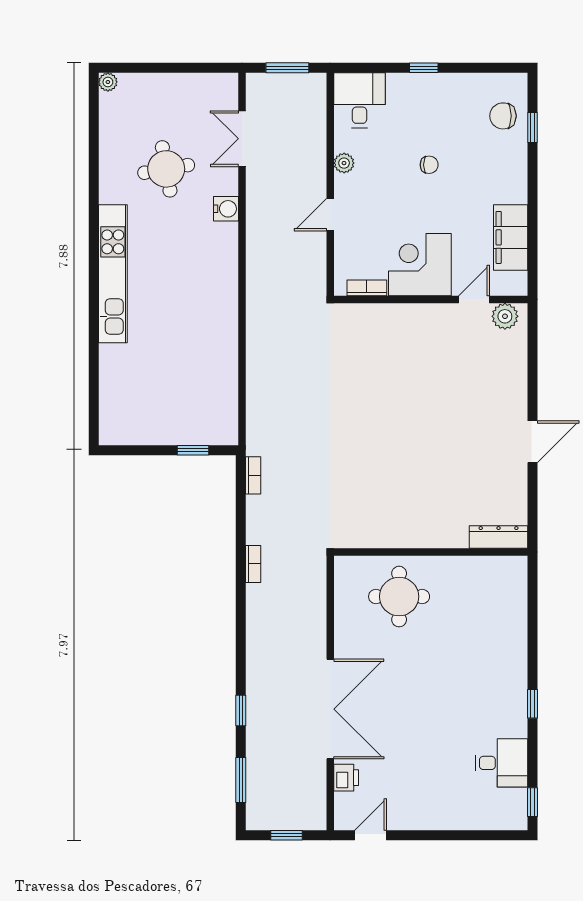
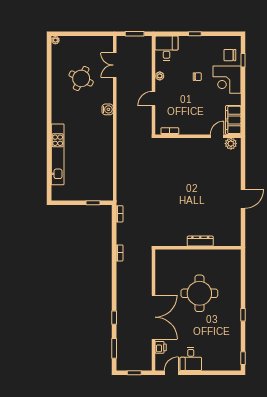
round table: (166, 169) -> (81, 78), turned 36
water cooler: (226, 209) -> (108, 109), moved
filing cabinet: (511, 237) -> (233, 120), moved
corner desk: (420, 265) -> (227, 80), moved, turned -90
kitchen unit: (113, 274) -> (58, 154), moved
dresser: (499, 537) -> (200, 241), moved
round table: (399, 597) -> (199, 293), moved, width x1.36, depth x1.36
desk: (501, 763) -> (191, 359), moved, turned 90

